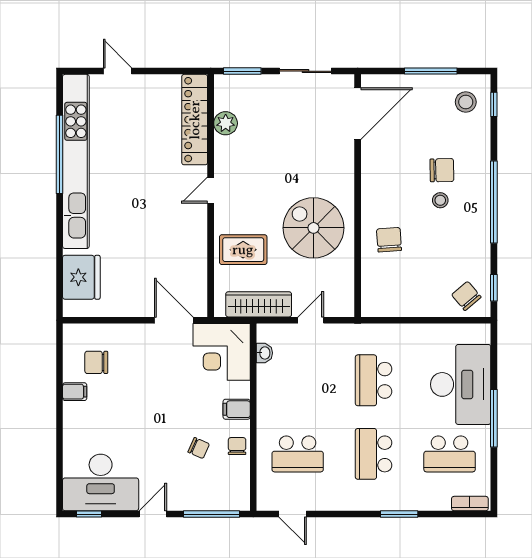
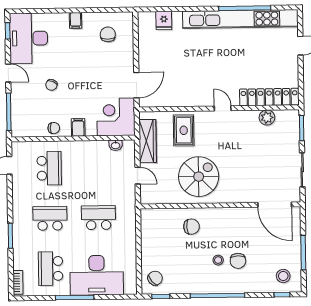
fridge: (81, 277) -> (164, 21), width x0.53, depth x0.75
filing cabinet: (75, 392) -> (76, 20), moved
chair: (199, 448) -> (51, 85), moved
school desk: (298, 454) -> (49, 168), turned 180

